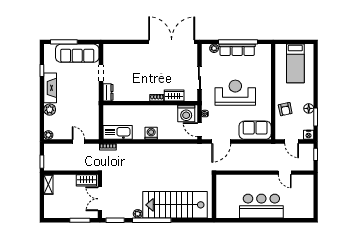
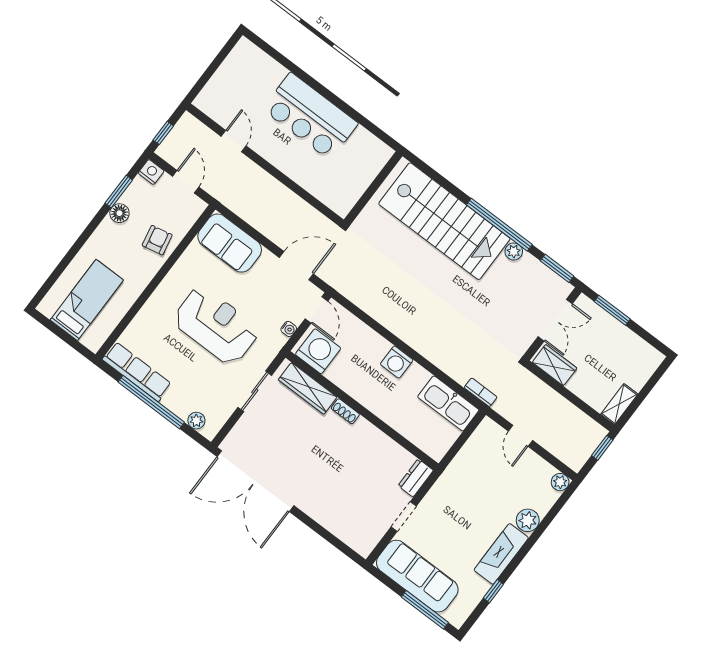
row of seats: (237, 50) -> (137, 372), moved
reception desk: (235, 93) -> (216, 326), turned 180
wardrobe: (174, 95) -> (308, 388), width x1.50

